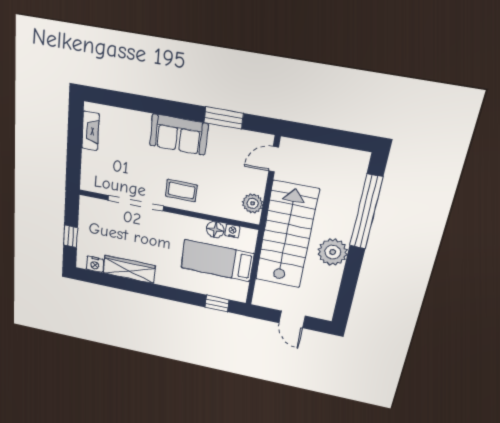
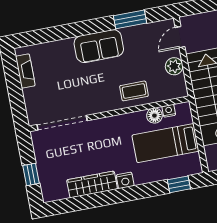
coffee table: (181, 191) -> (134, 91), moved
doorway: (135, 203) -> (62, 123), moved
plant: (253, 203) -> (174, 66), moved
nightstand: (95, 264) -> (125, 180), moved

